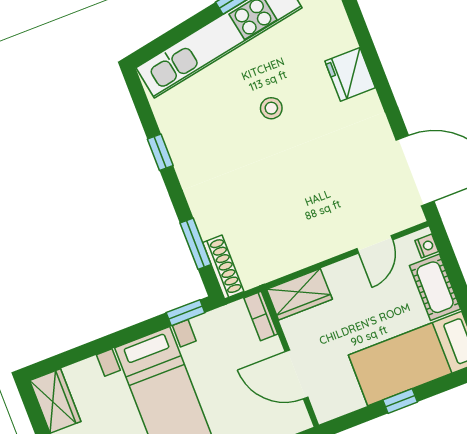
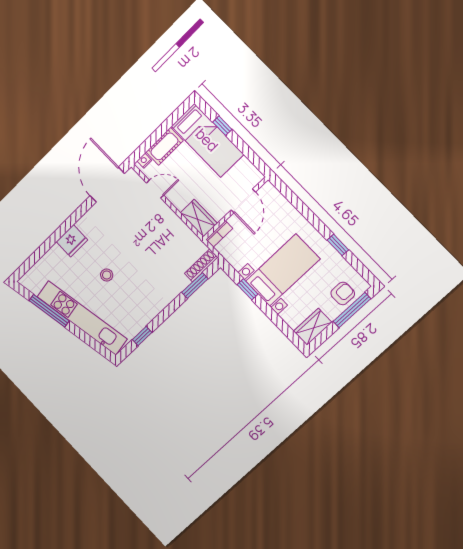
window: (160, 152) -> (142, 336), moved
window: (186, 313) -> (248, 289), moved
window: (400, 401) -> (222, 126), moved

